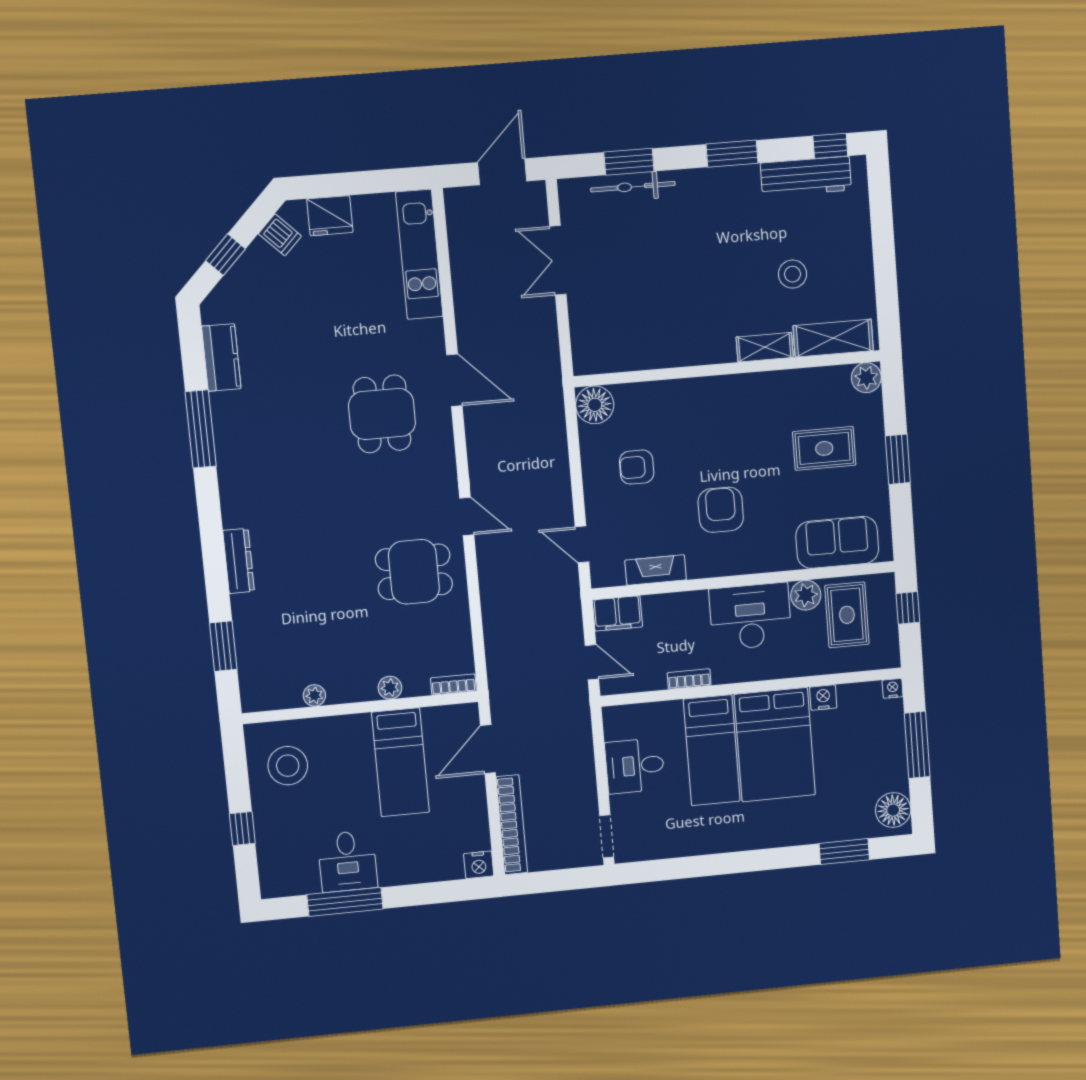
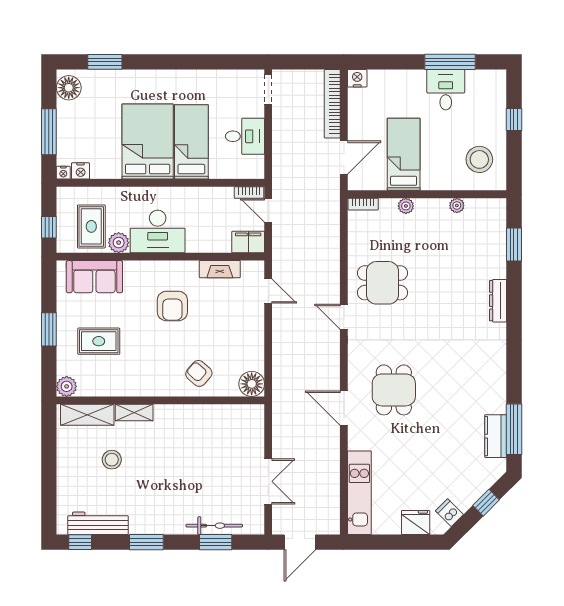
window: (201, 429) -> (514, 429), moved
armchair: (637, 467) -> (199, 373), moved, turned -139
bookcase: (689, 679) -> (249, 193), moved
nightstand: (823, 698) -> (81, 171), moved

